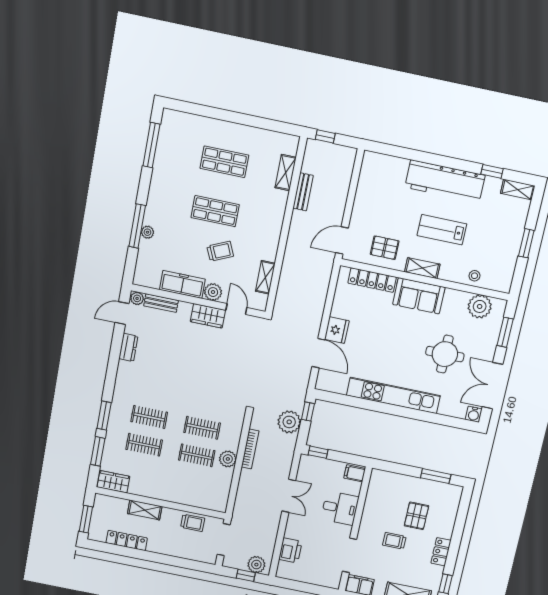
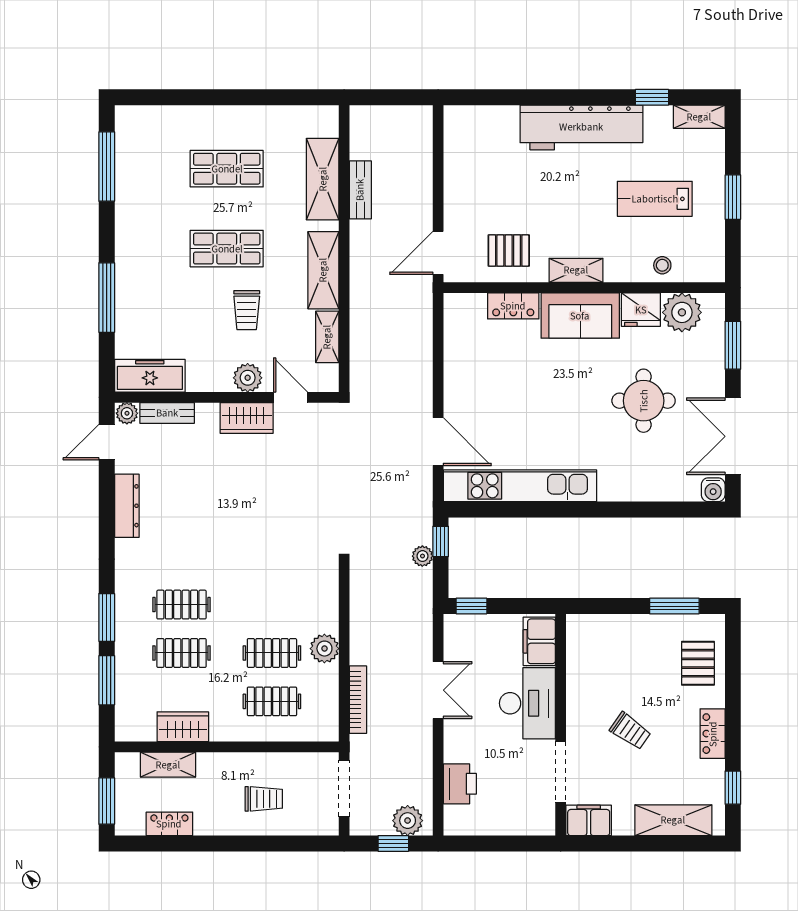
window: (325, 136) -> (378, 97), removed
shelving: (286, 173) -> (323, 179), width x1.50, depth x1.33
lab bench: (442, 230) -> (655, 199), moved
plant: (147, 232) -> (125, 304), removed
shelving: (271, 237) -> (323, 270), added
trolley: (220, 251) -> (247, 310), turned 114
locker: (372, 280) -> (513, 306), width x0.66
freezer: (182, 284) -> (150, 376), moved
fridge: (337, 330) -> (641, 310), moved, turned 90
dresser: (128, 347) -> (127, 506), width x1.44
kitchen unit: (393, 395) -> (520, 486), moved
plant: (289, 422) -> (422, 556), width x0.53, depth x0.53
clothes rail: (202, 428) -> (272, 701), moved
bookcase: (250, 449) -> (358, 700), moved
filing cabinet: (355, 473) -> (539, 641), width x2.00
wardrobe: (113, 482) -> (183, 727), moved
desk: (340, 508) -> (527, 703), width x1.37
shelving: (145, 510) -> (168, 765), moved
pallet: (416, 516) -> (698, 663), moved
trolley: (193, 523) -> (264, 799), moved
locker: (127, 540) -> (169, 824), width x0.66
trolley: (394, 541) -> (630, 731), turned -145

